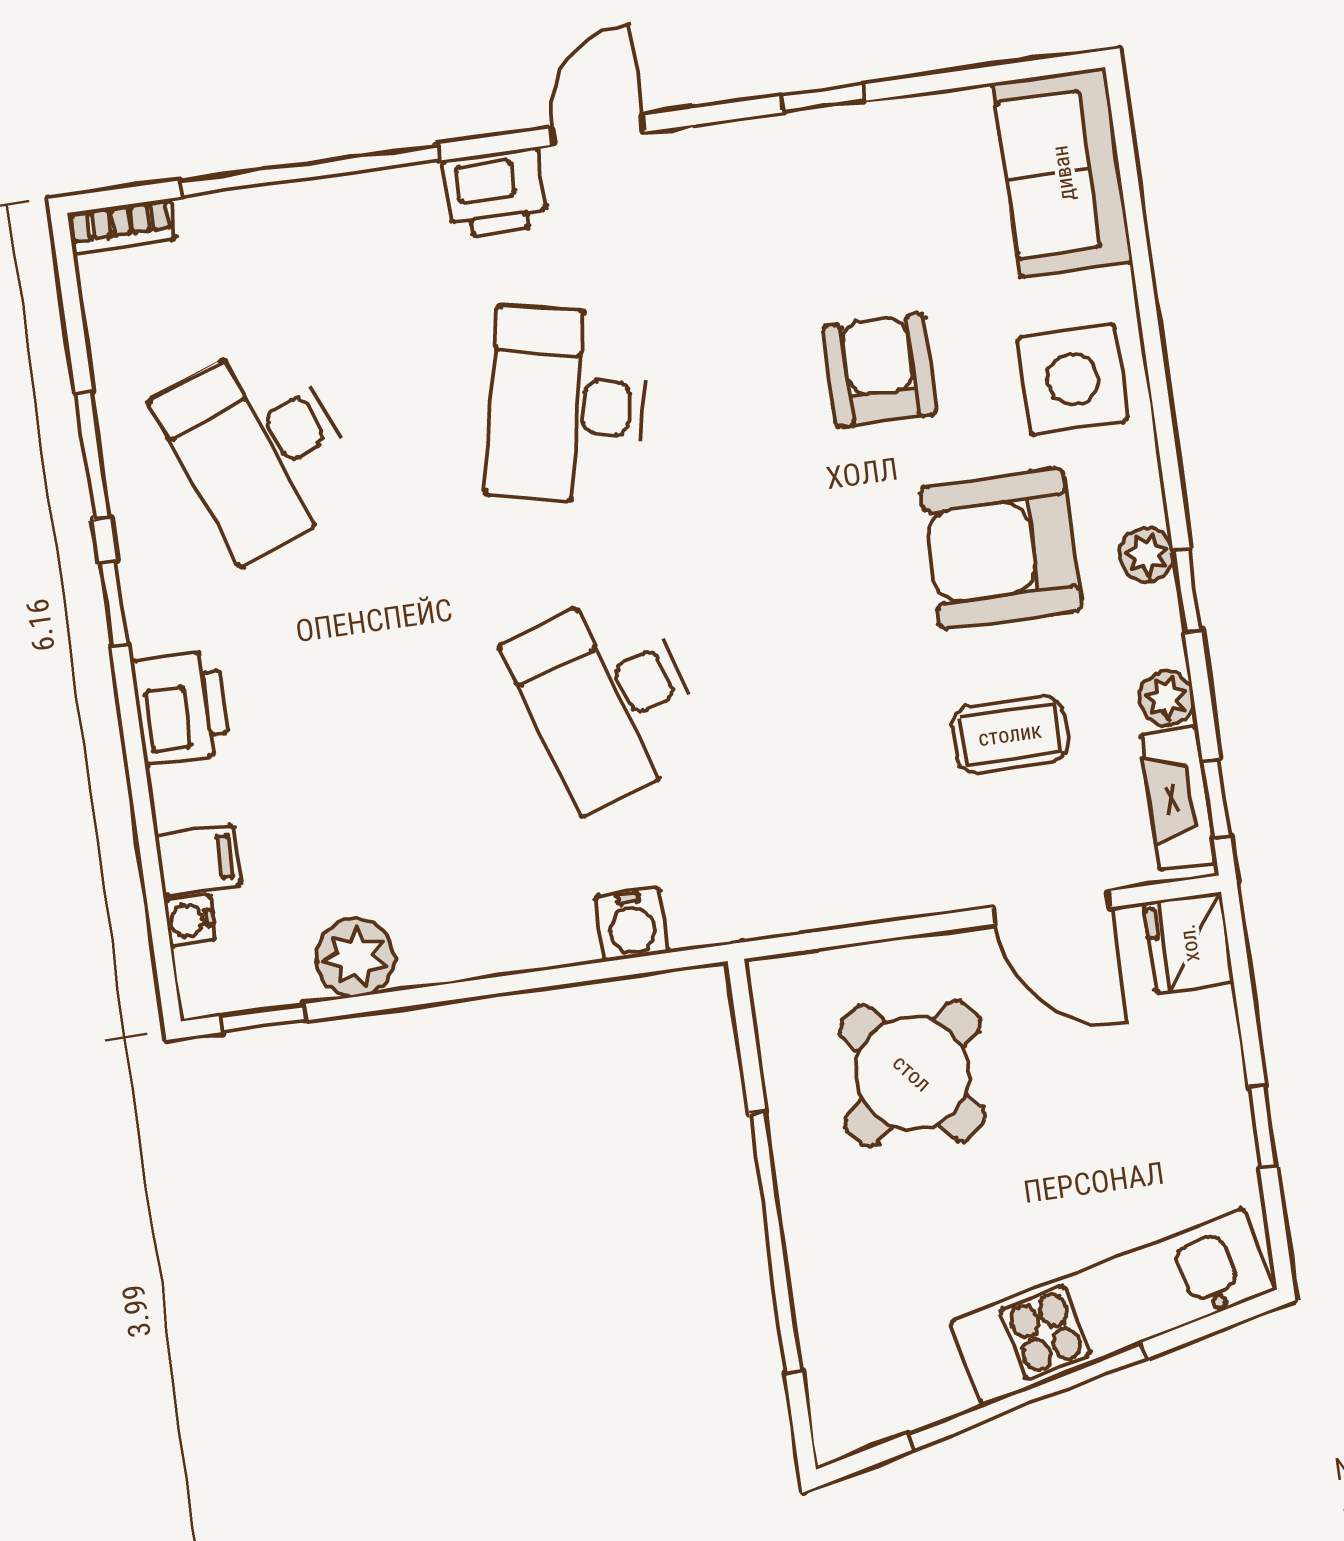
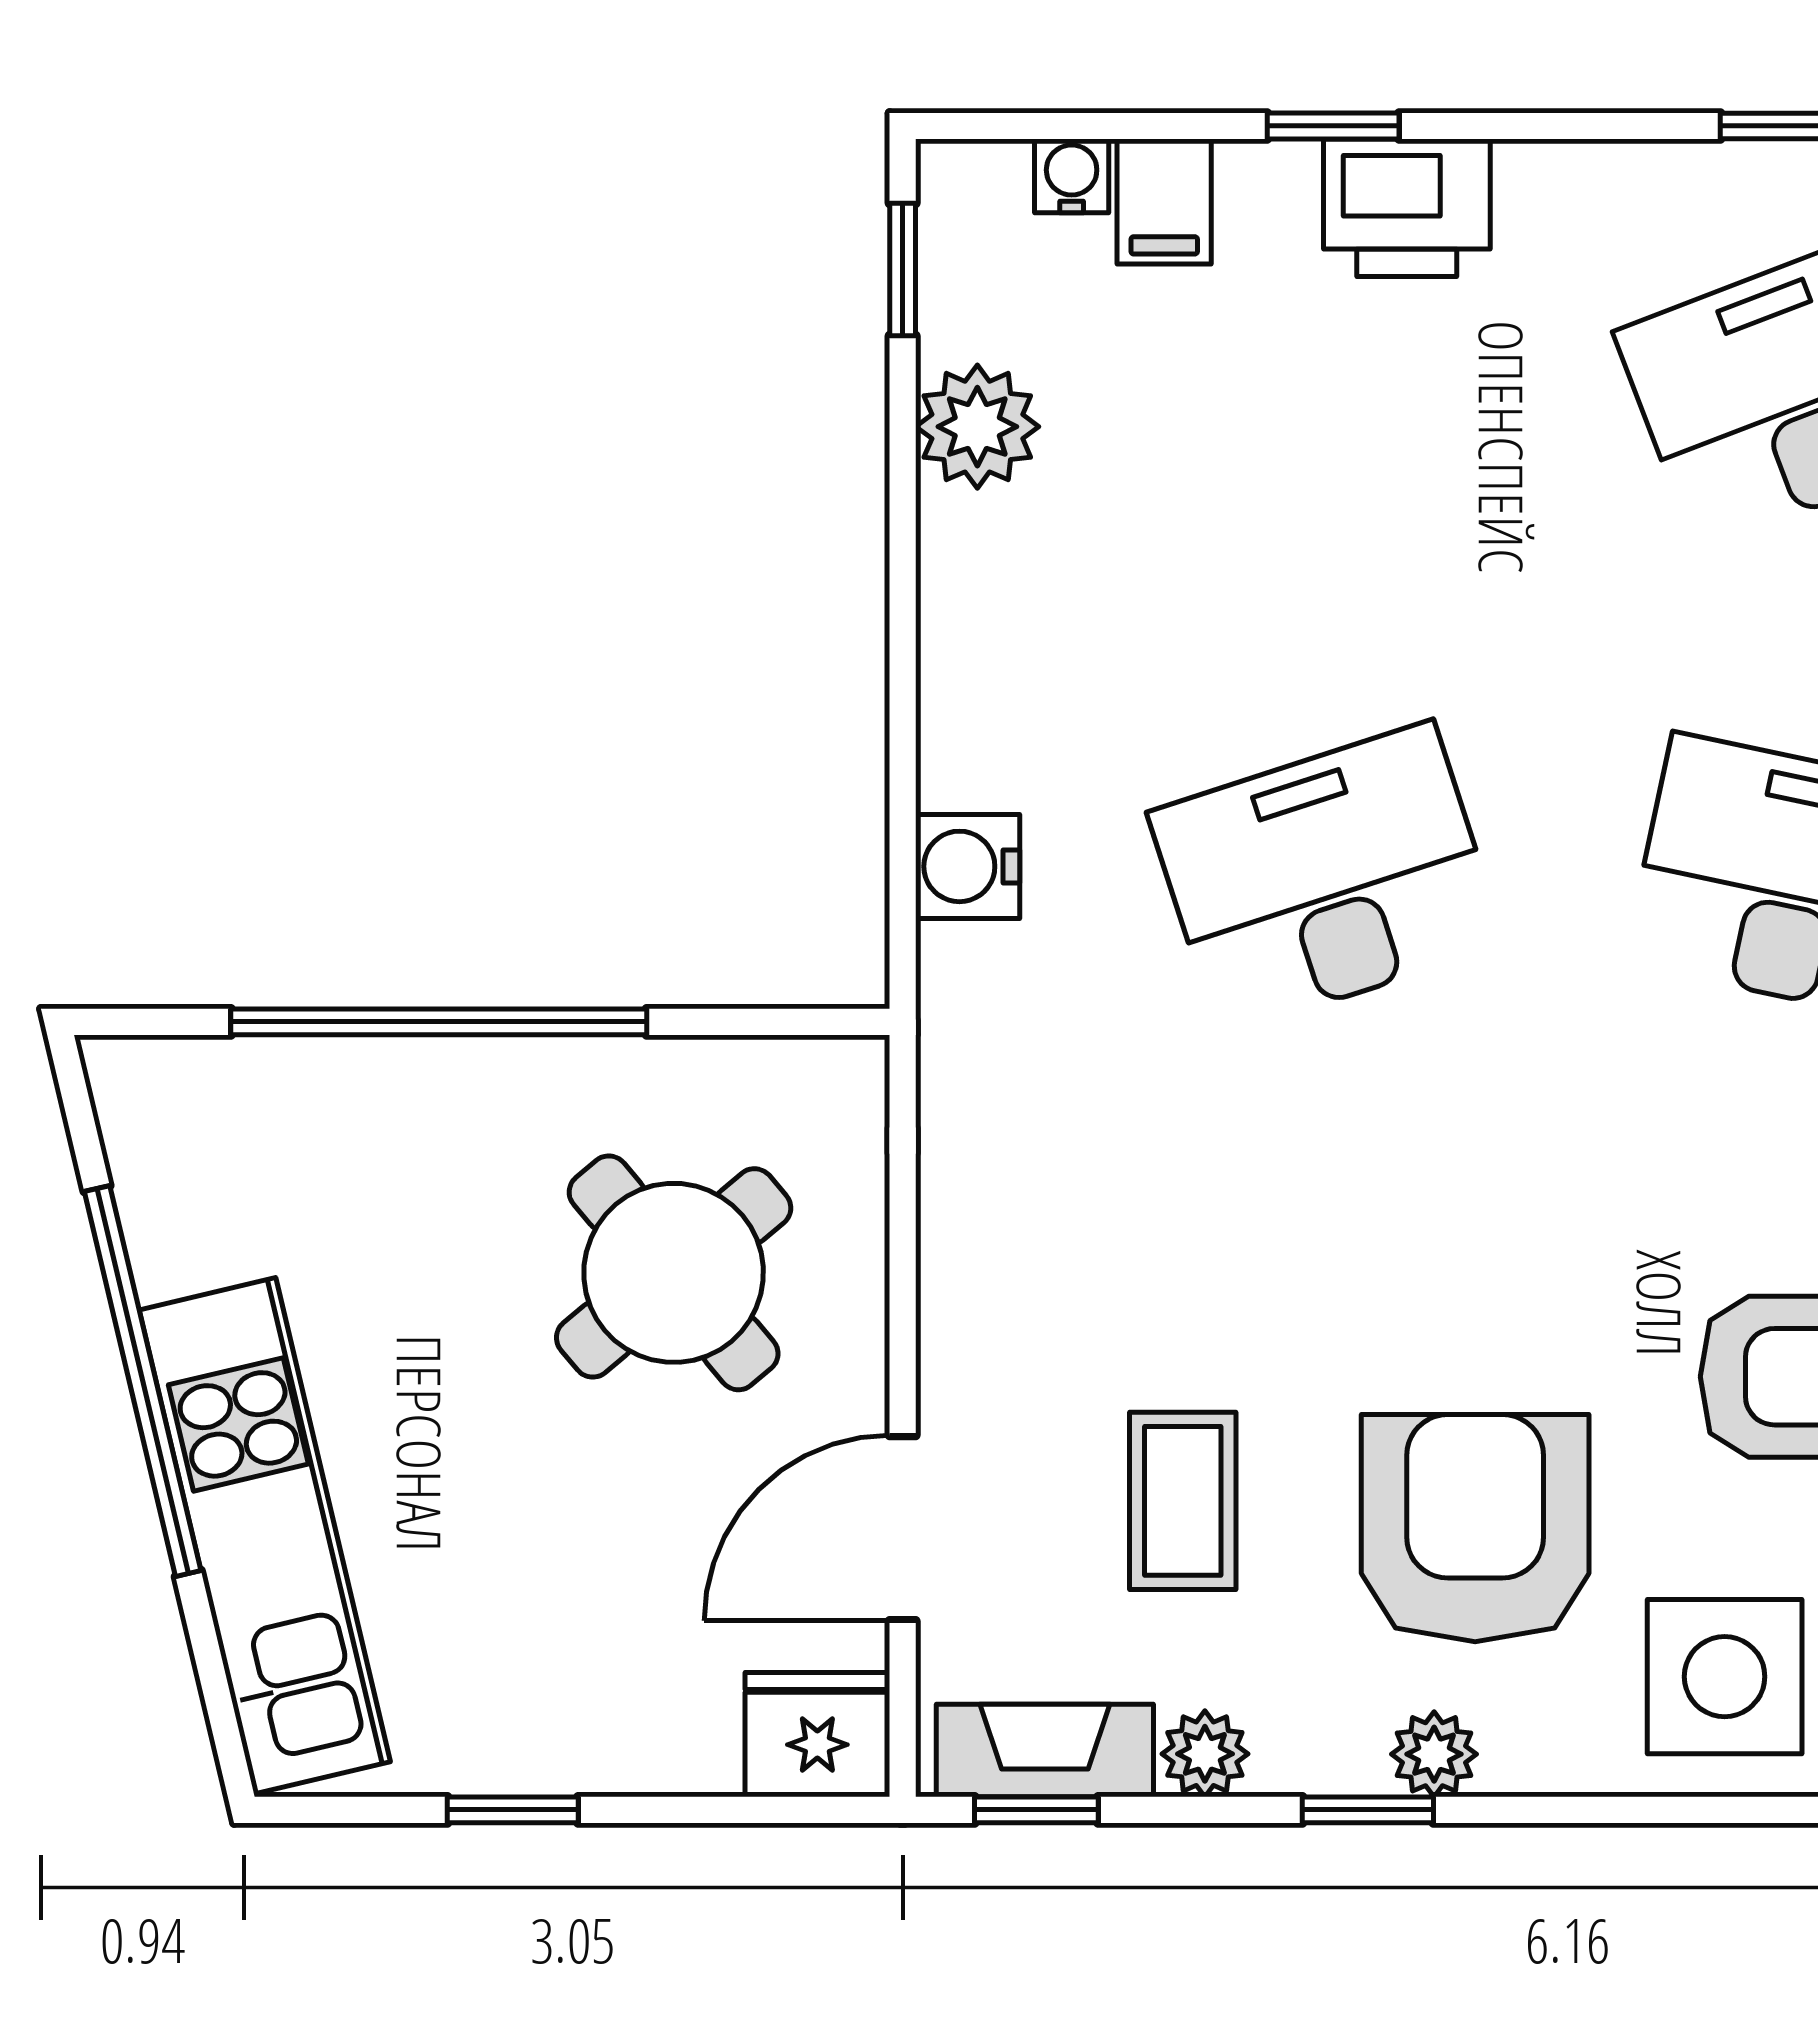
window: (114, 604) -> (1333, 126), moved

